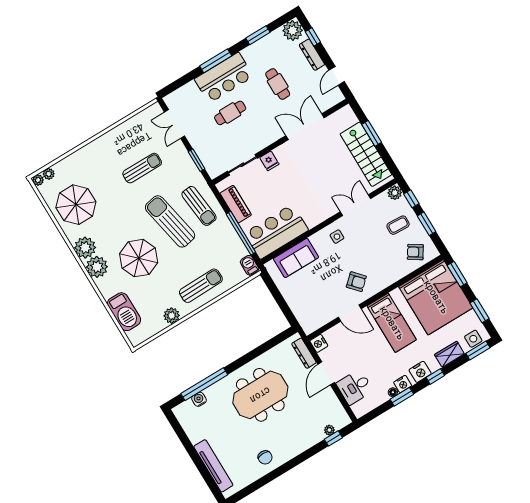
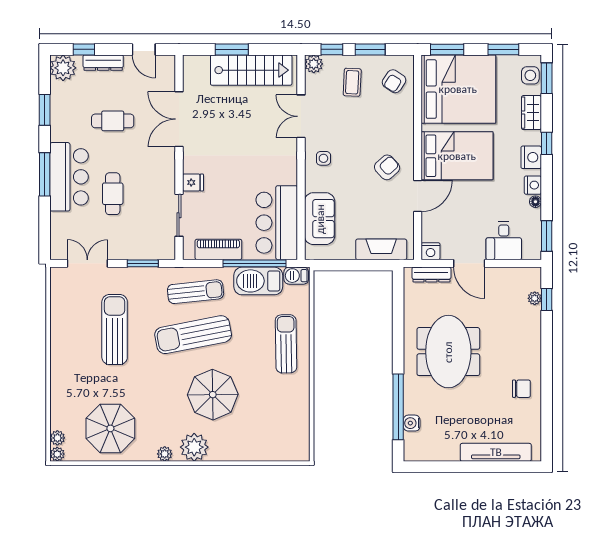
double door: (175, 124) -> (87, 263), swing flipped
sun lounger: (142, 168) -> (115, 330), width x1.36, depth x1.34
plant: (85, 248) -> (165, 454), width x0.53, depth x0.53
fireplace: (300, 310) -> (381, 249), added
barbecue: (124, 312) -> (258, 281), moved, turned 180
plant: (172, 316) -> (299, 397), removed
bed: (392, 323) -> (457, 156), width x1.50
window: (402, 397) -> (547, 236), moved

